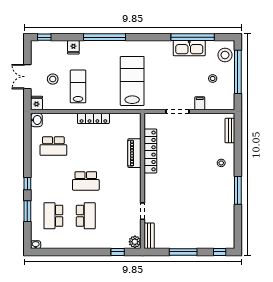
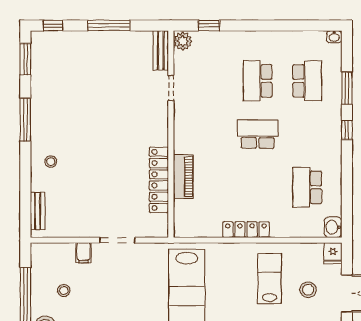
lab bench: (78, 86) -> (269, 278), turned 180
school desk: (53, 146) -> (307, 187), turned -90
window: (238, 230) -> (25, 59), added

